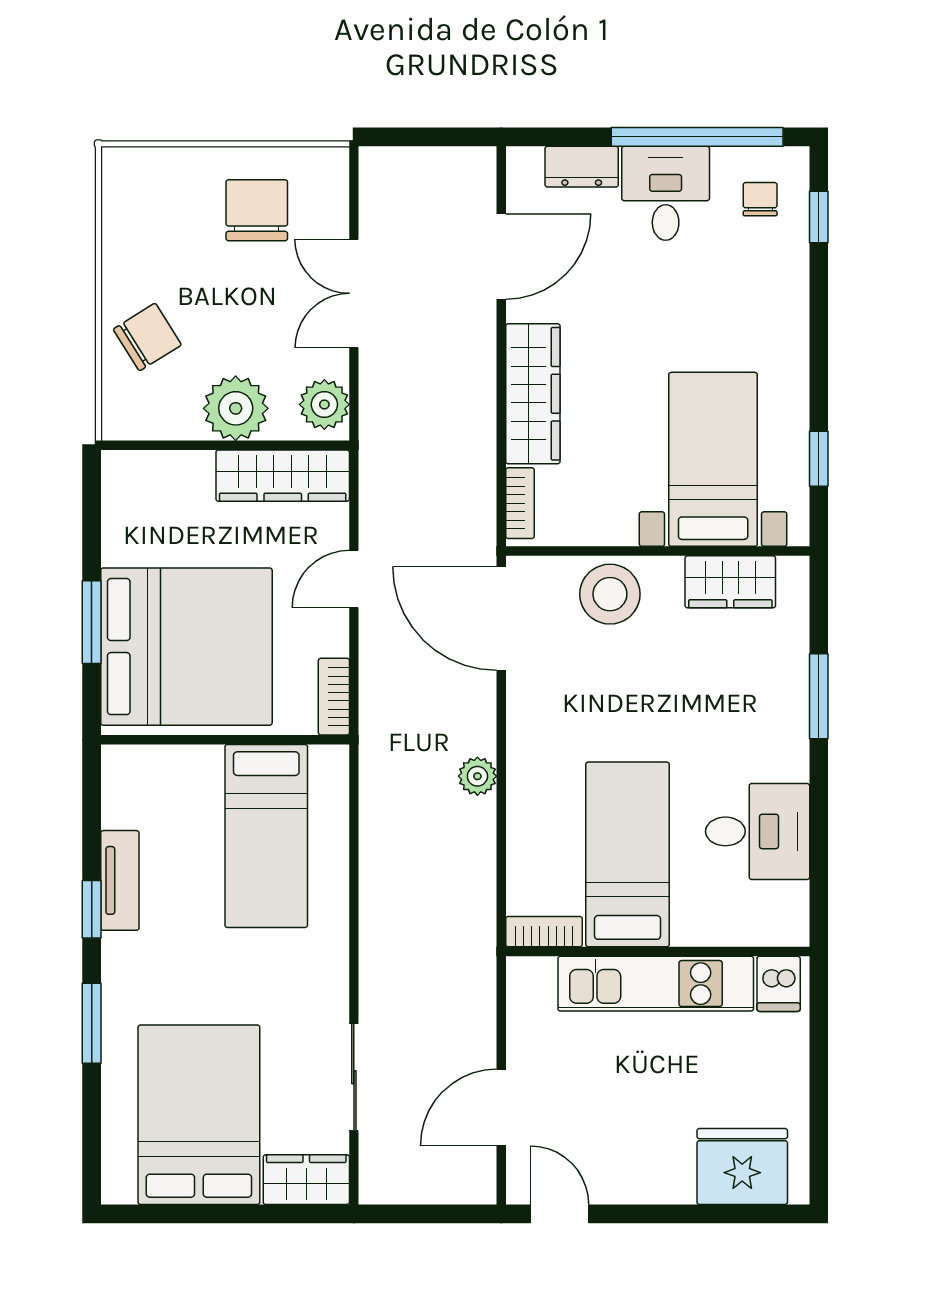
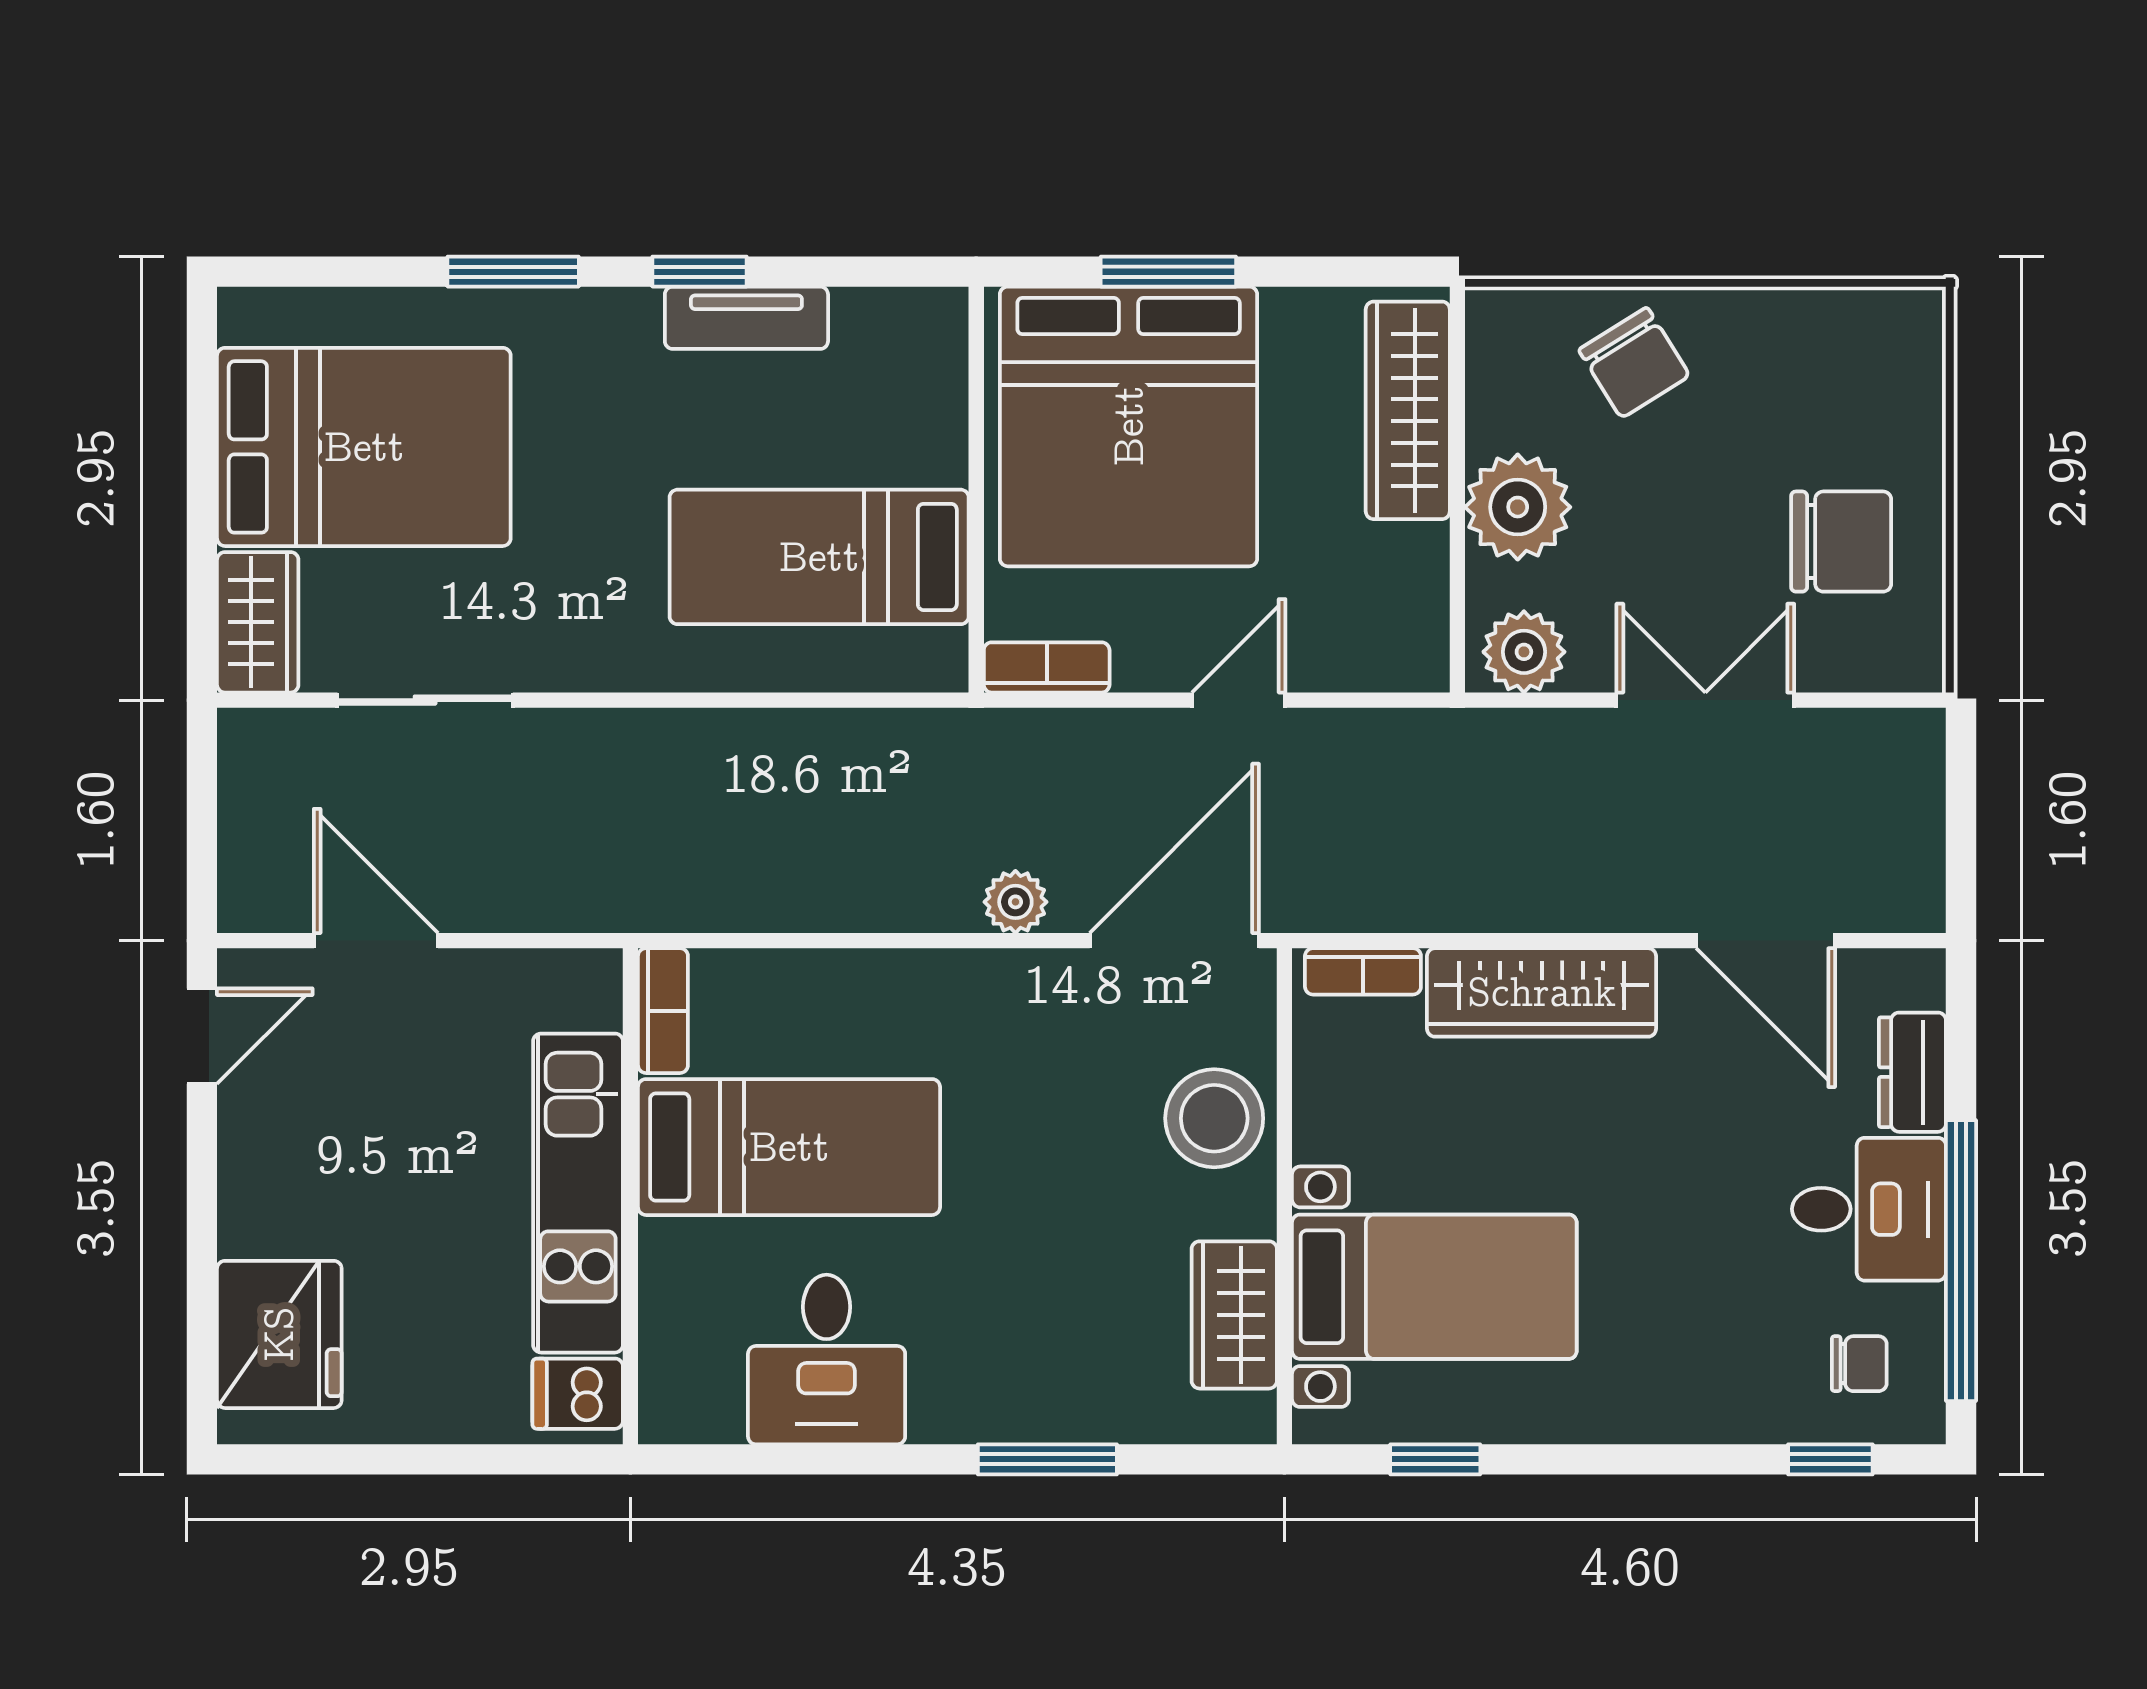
wardrobe: (283, 476) -> (1408, 410), moved
door: (354, 579) -> (1239, 700), hinge flipped
plant: (477, 776) -> (1015, 902), moved

